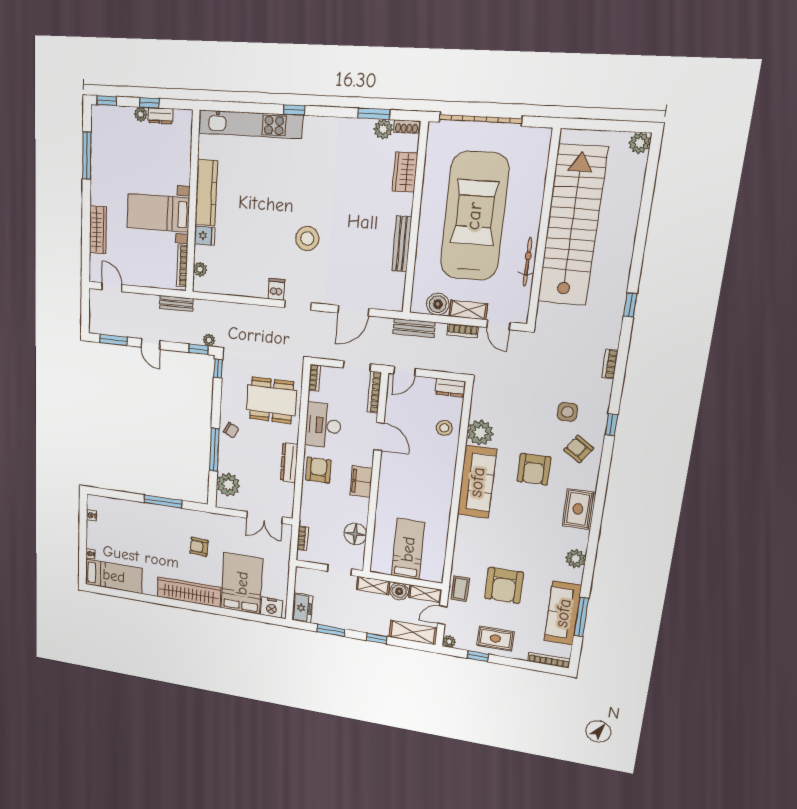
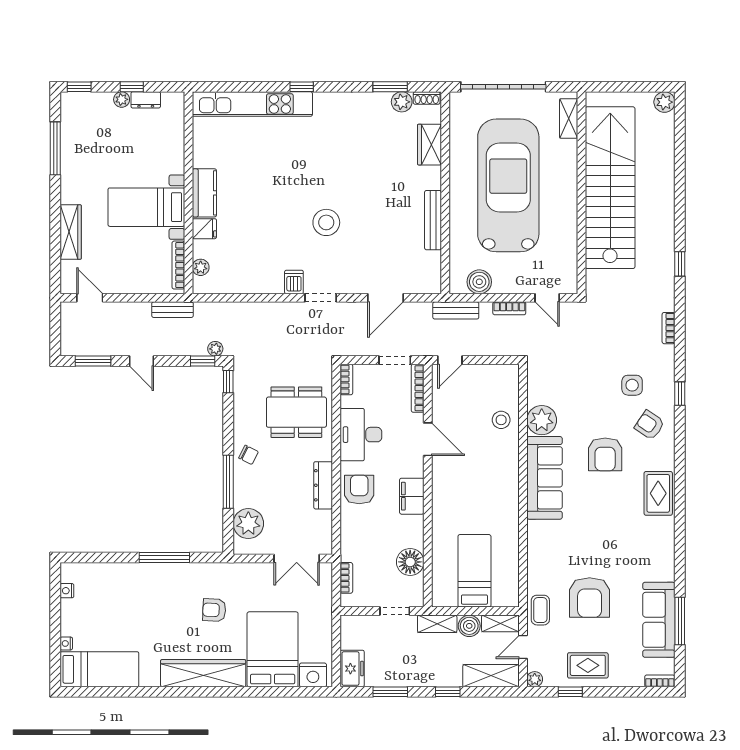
kitchen counter: (206, 193) -> (204, 193), width x0.67
bicycle: (527, 262) -> (569, 228), removed
shelving: (468, 310) -> (569, 118), moved, turned 90
dresser: (450, 388) -> (503, 373), removed
plant: (575, 559) -> (664, 552), removed
bookcase: (549, 660) -> (660, 681), width x0.64

